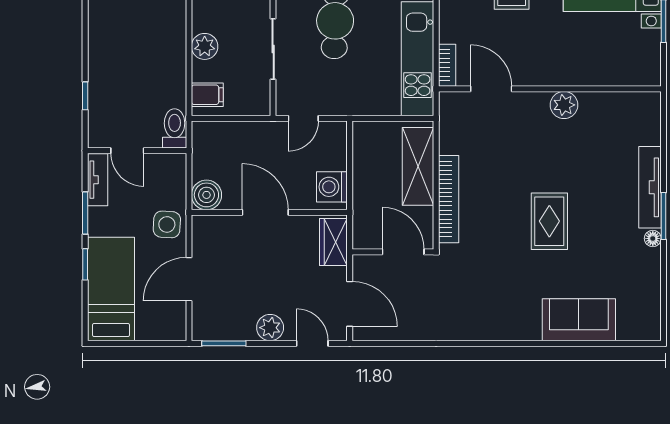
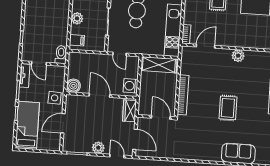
door: (491, 89) -> (206, 46), hinge flipped
door: (303, 118) -> (120, 54), hinge flipped
shelving: (418, 166) -> (159, 65), moved, turned 90

